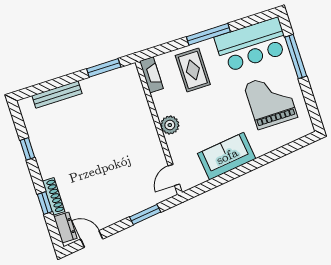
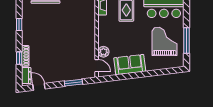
window: (296, 57) -> (187, 41), moved
plant: (170, 125) -> (103, 52), moved
door: (174, 175) -> (97, 66), swing flipped

